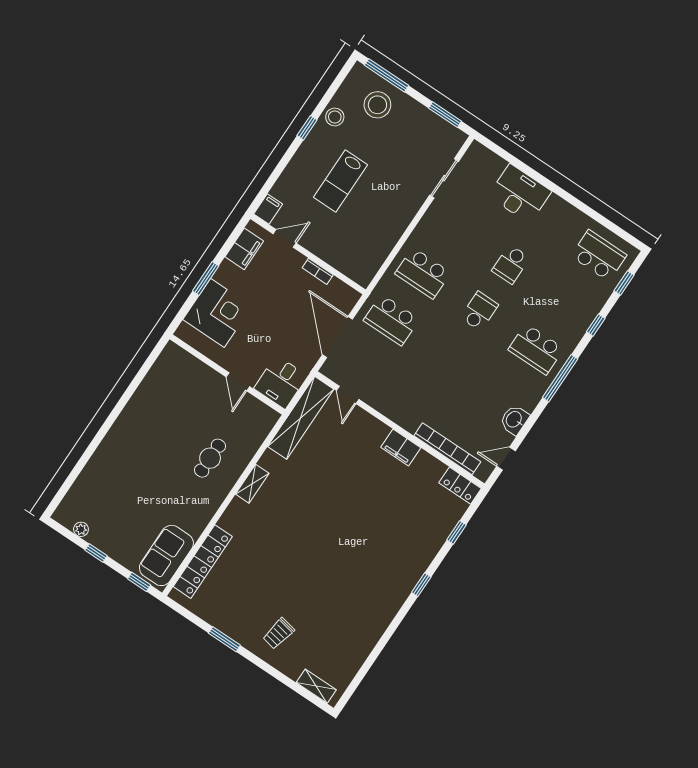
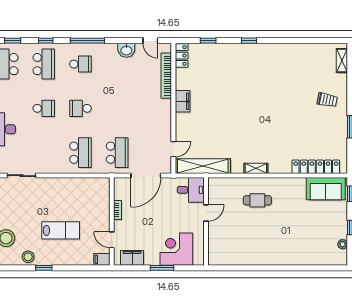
school desk: (567, 302) -> (44, 64), added
school desk: (536, 349) -> (80, 64), width x0.54

